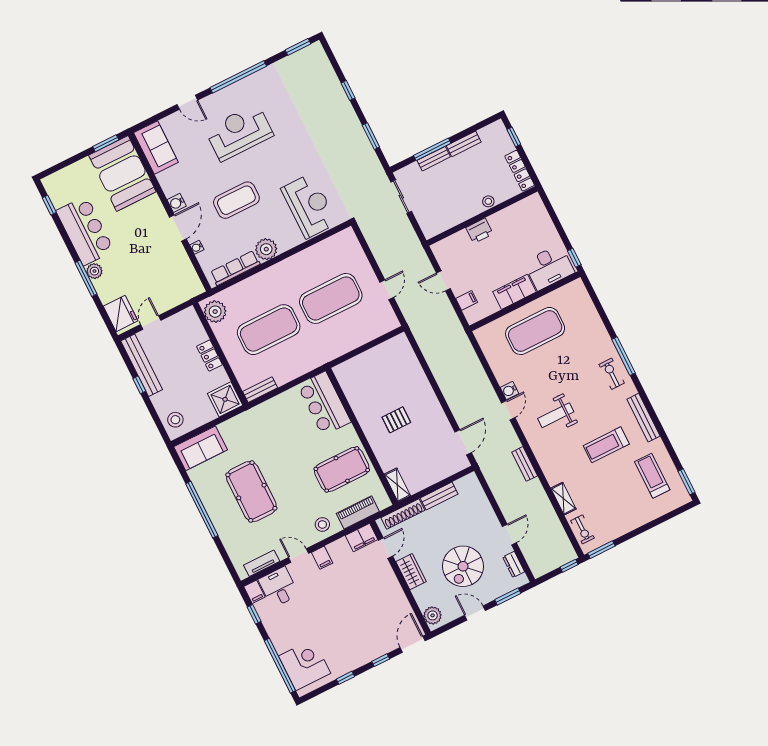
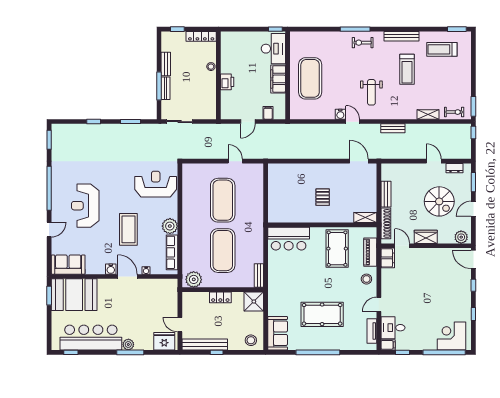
bar counter: (85, 231) -> (91, 338), width x1.36
filing cabinet: (322, 558) -> (388, 290), removed

